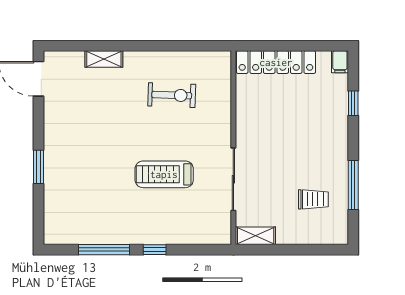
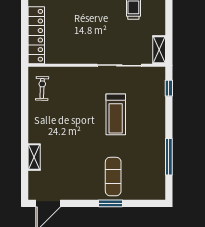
exercise bike: (172, 95) -> (42, 88), moved, width x0.73, depth x0.72
exercise mat: (76, 171) -> (113, 177), added
window: (155, 250) -> (169, 88), moved

